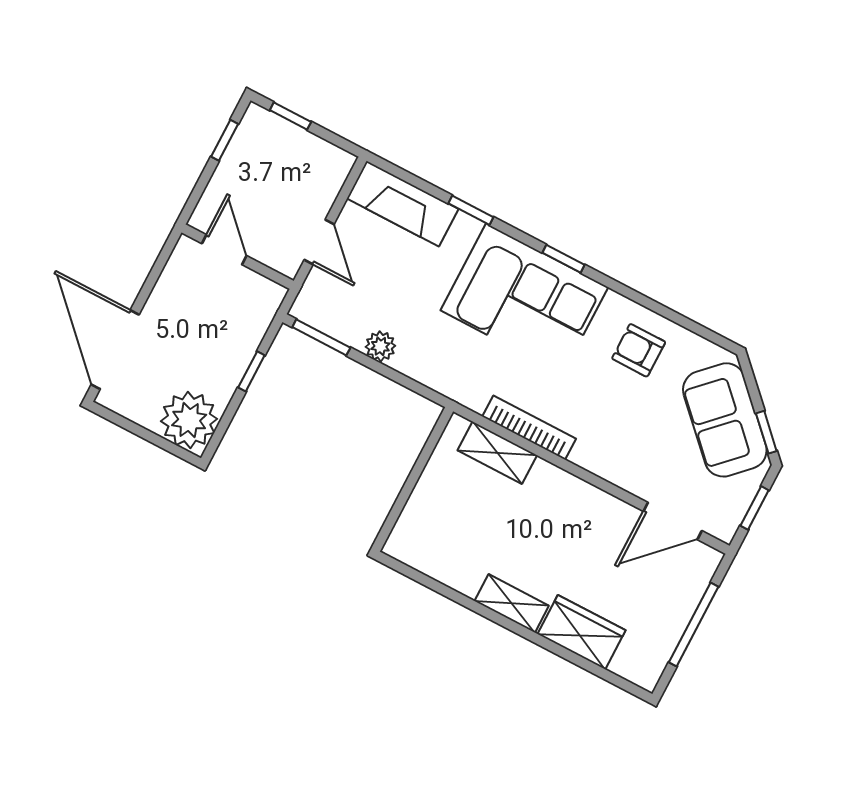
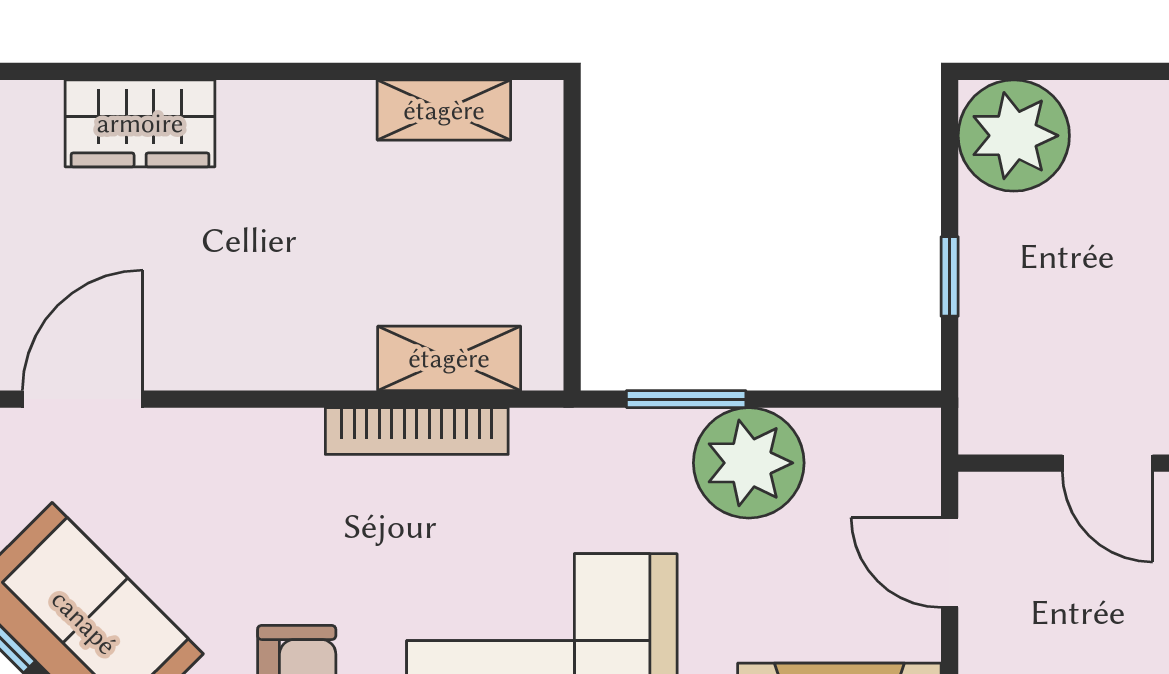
window: (321, 337) -> (686, 399), moved
plant: (380, 346) -> (749, 463), width x1.88, depth x1.88
shelving: (512, 603) -> (444, 110), moved

